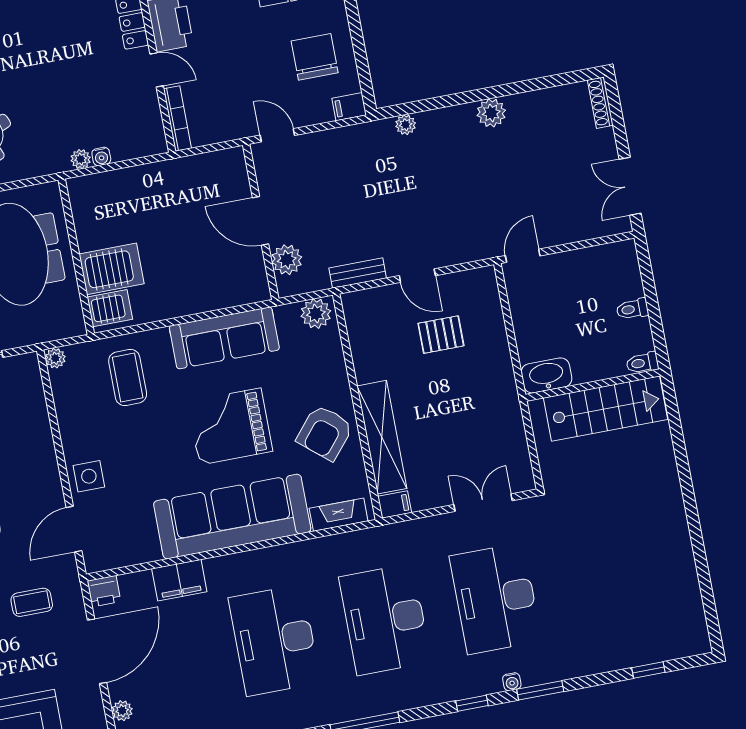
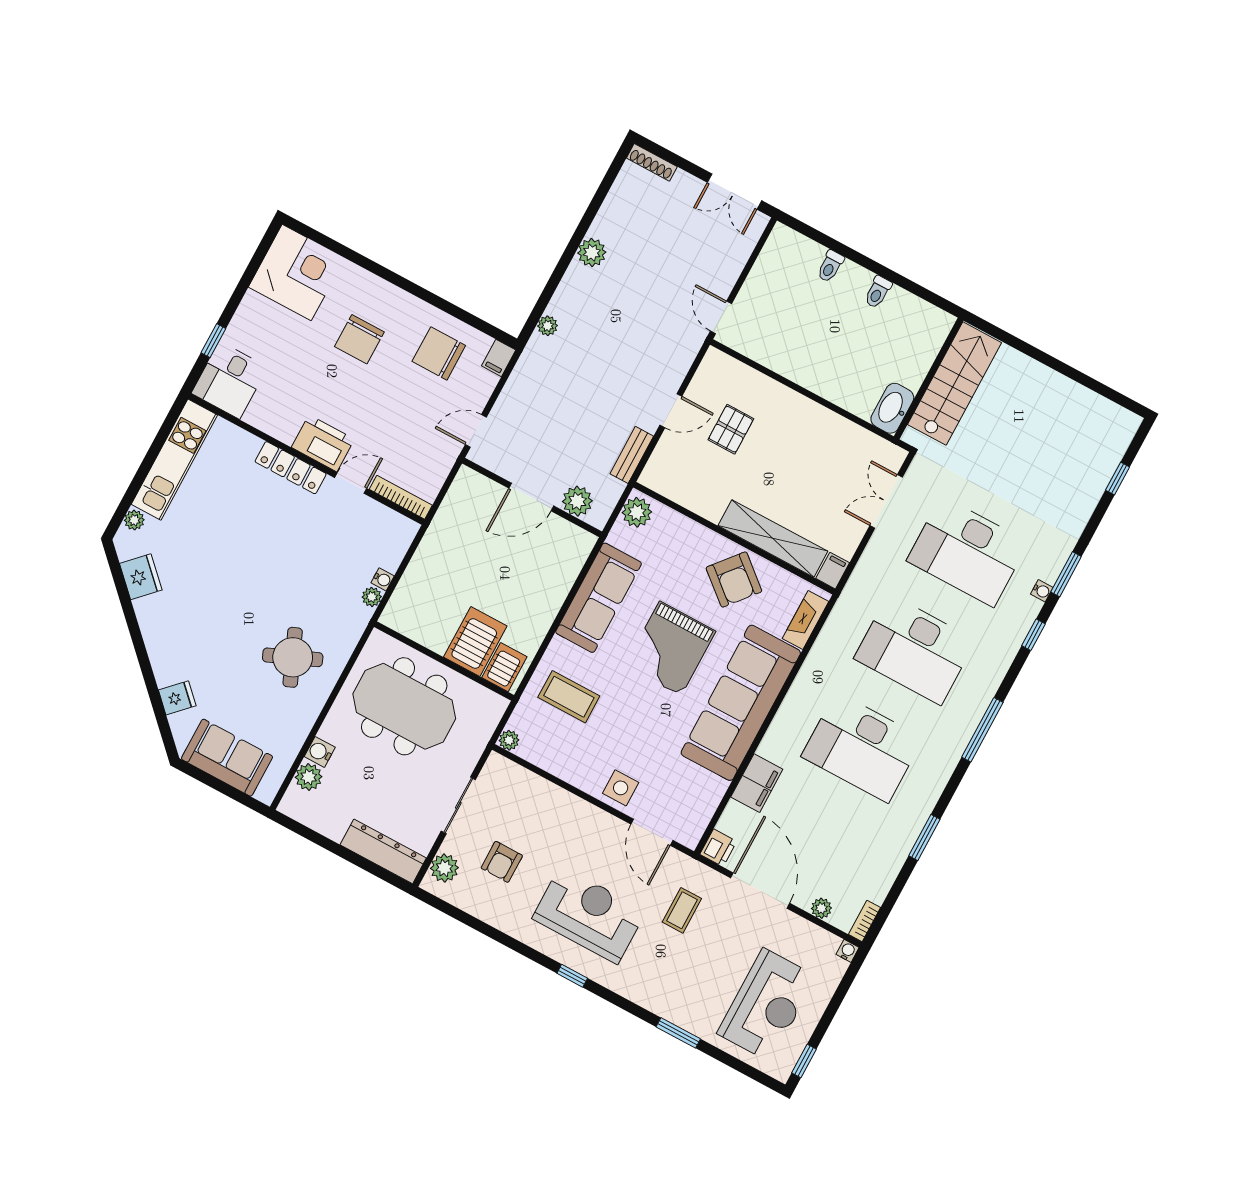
washbasin: (546, 375) -> (892, 408), moved
wall: (593, 385) -> (929, 379), moved
stairs: (605, 409) -> (955, 384), moved

